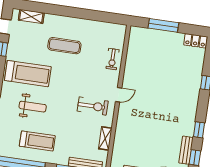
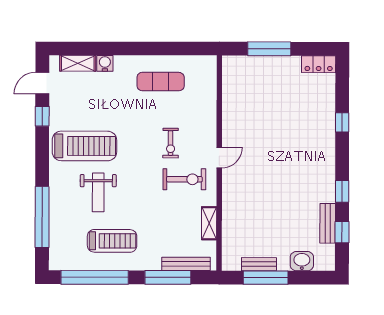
water cooler: (50, 19) -> (105, 63), added
exercise mat: (64, 46) -> (161, 82), moved
exercise bike: (113, 59) -> (171, 143), moved
weight bench: (33, 107) -> (98, 192), turned 90

